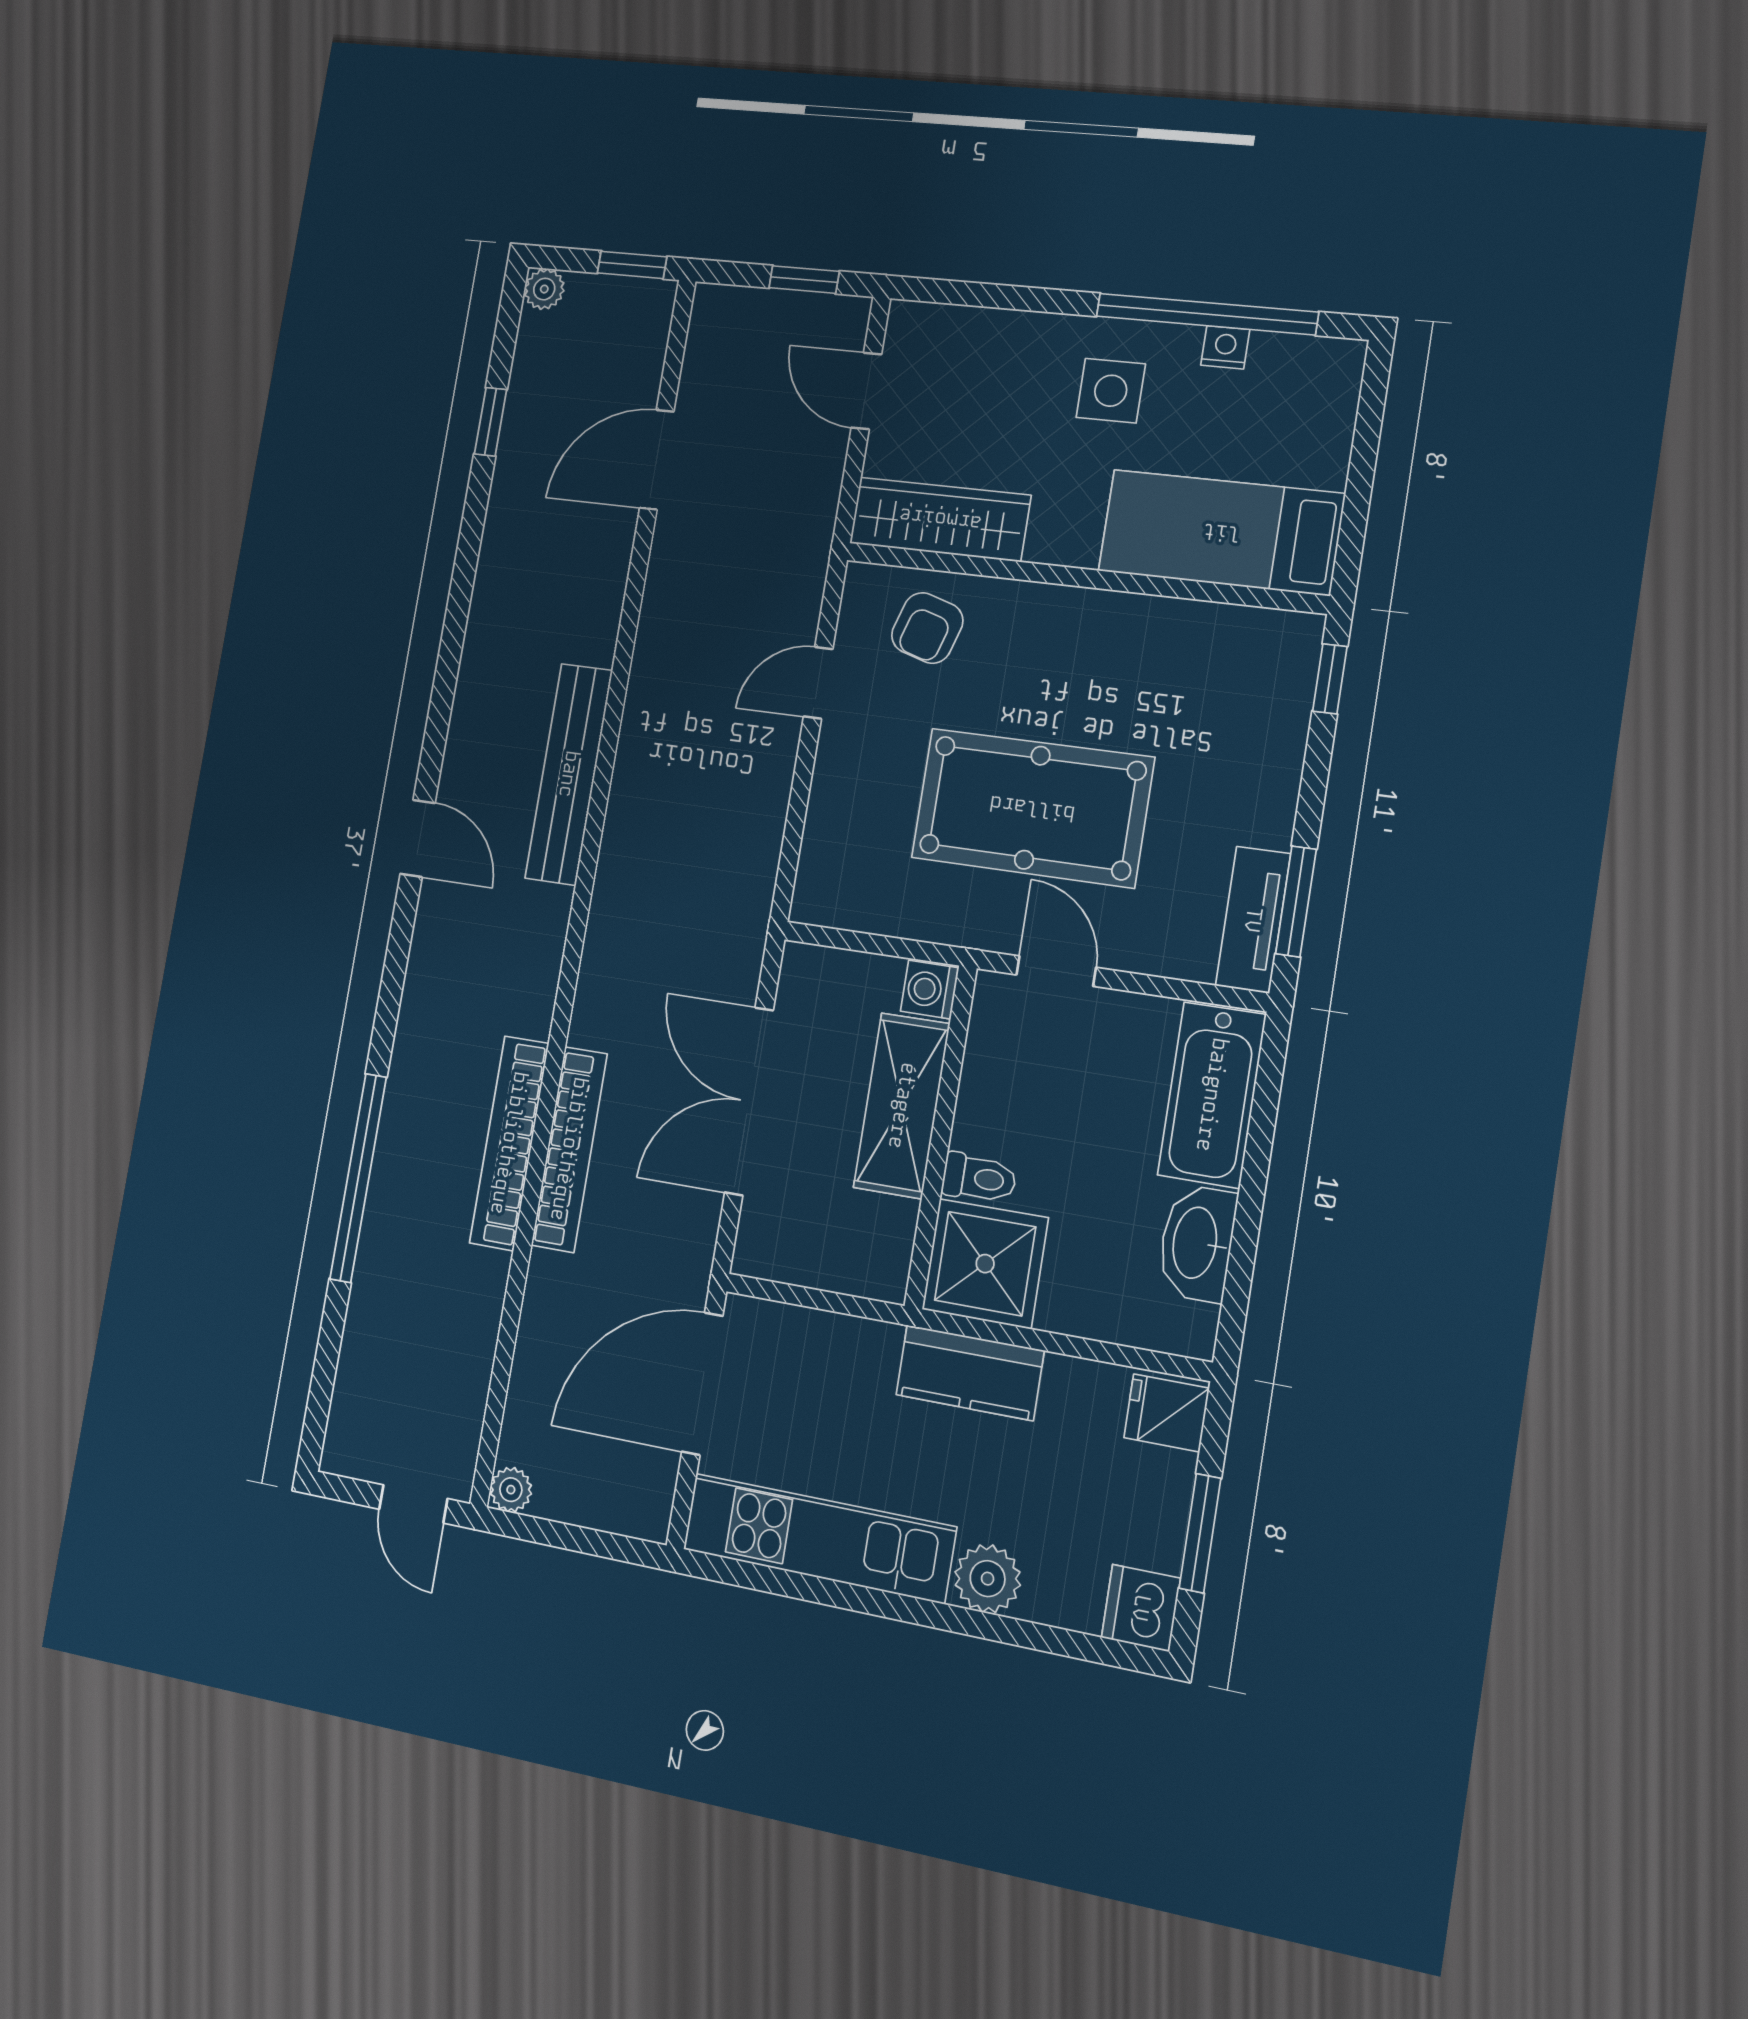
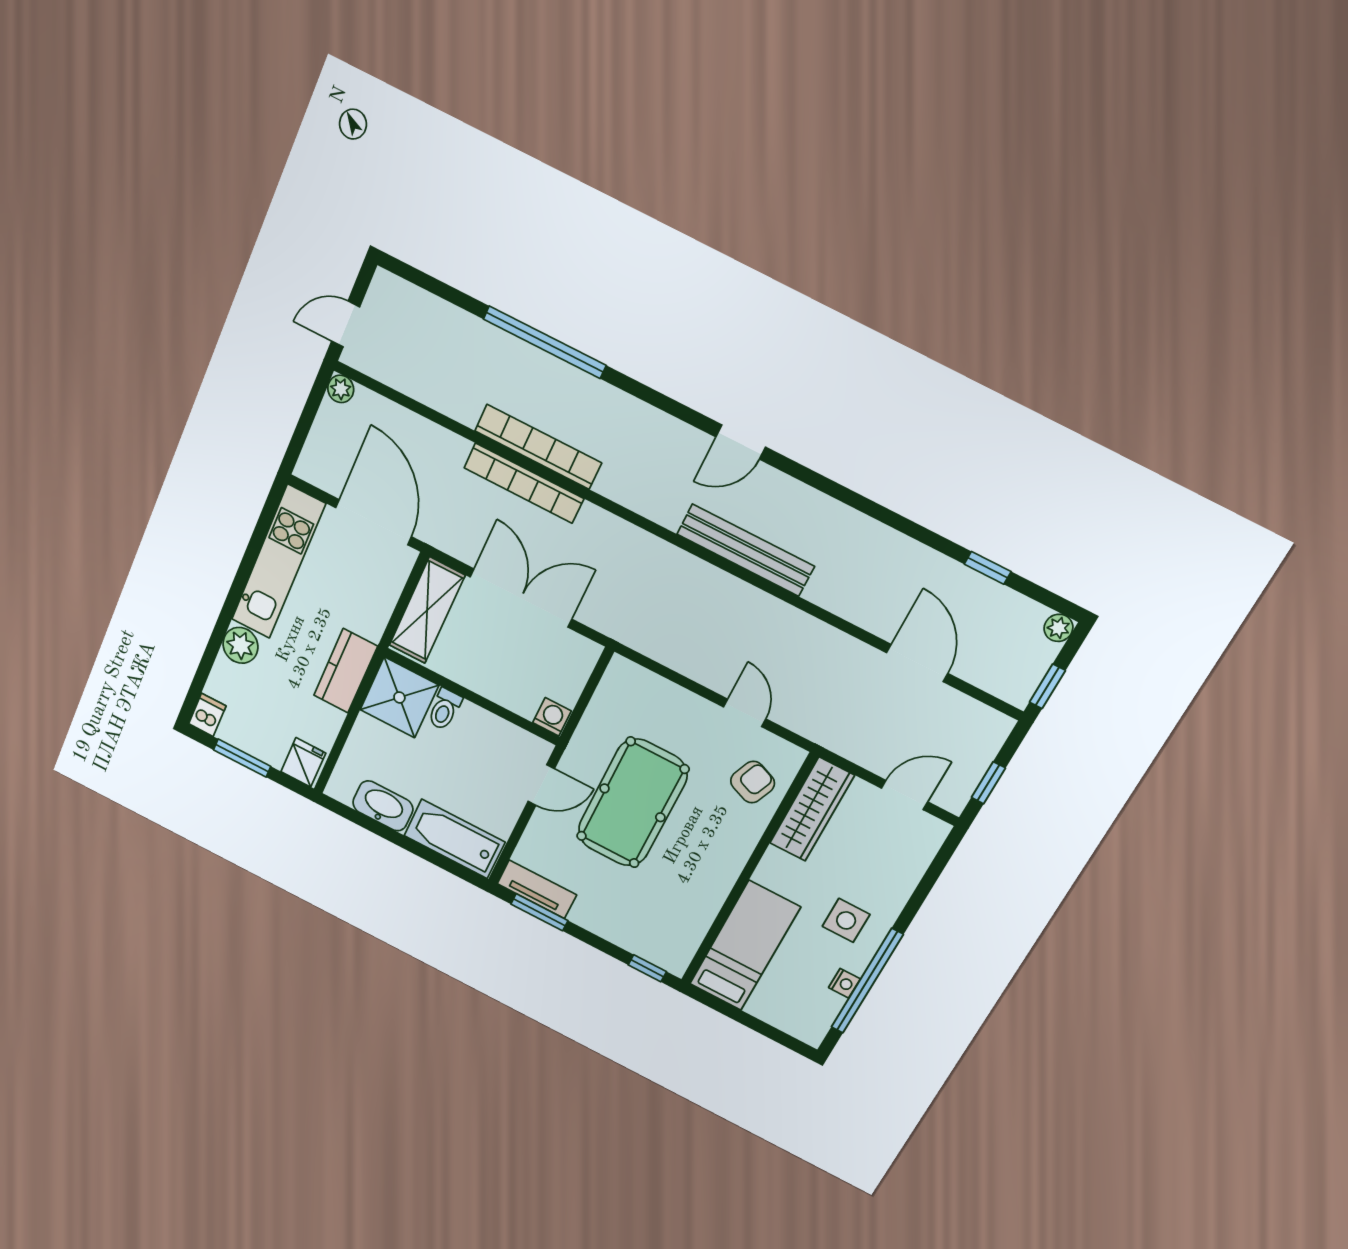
armchair: (927, 628) -> (753, 782), turned 95
shelving: (902, 1106) -> (427, 610), moved, turned 90
dishwasher: (1141, 1608) -> (207, 715), width x0.73

